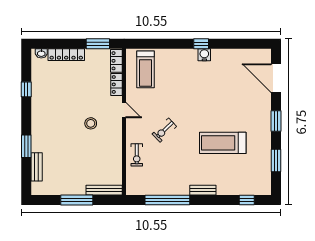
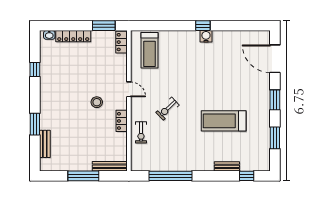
locker: (117, 84) -> (122, 121), moved
bench: (203, 190) -> (227, 166), moved

